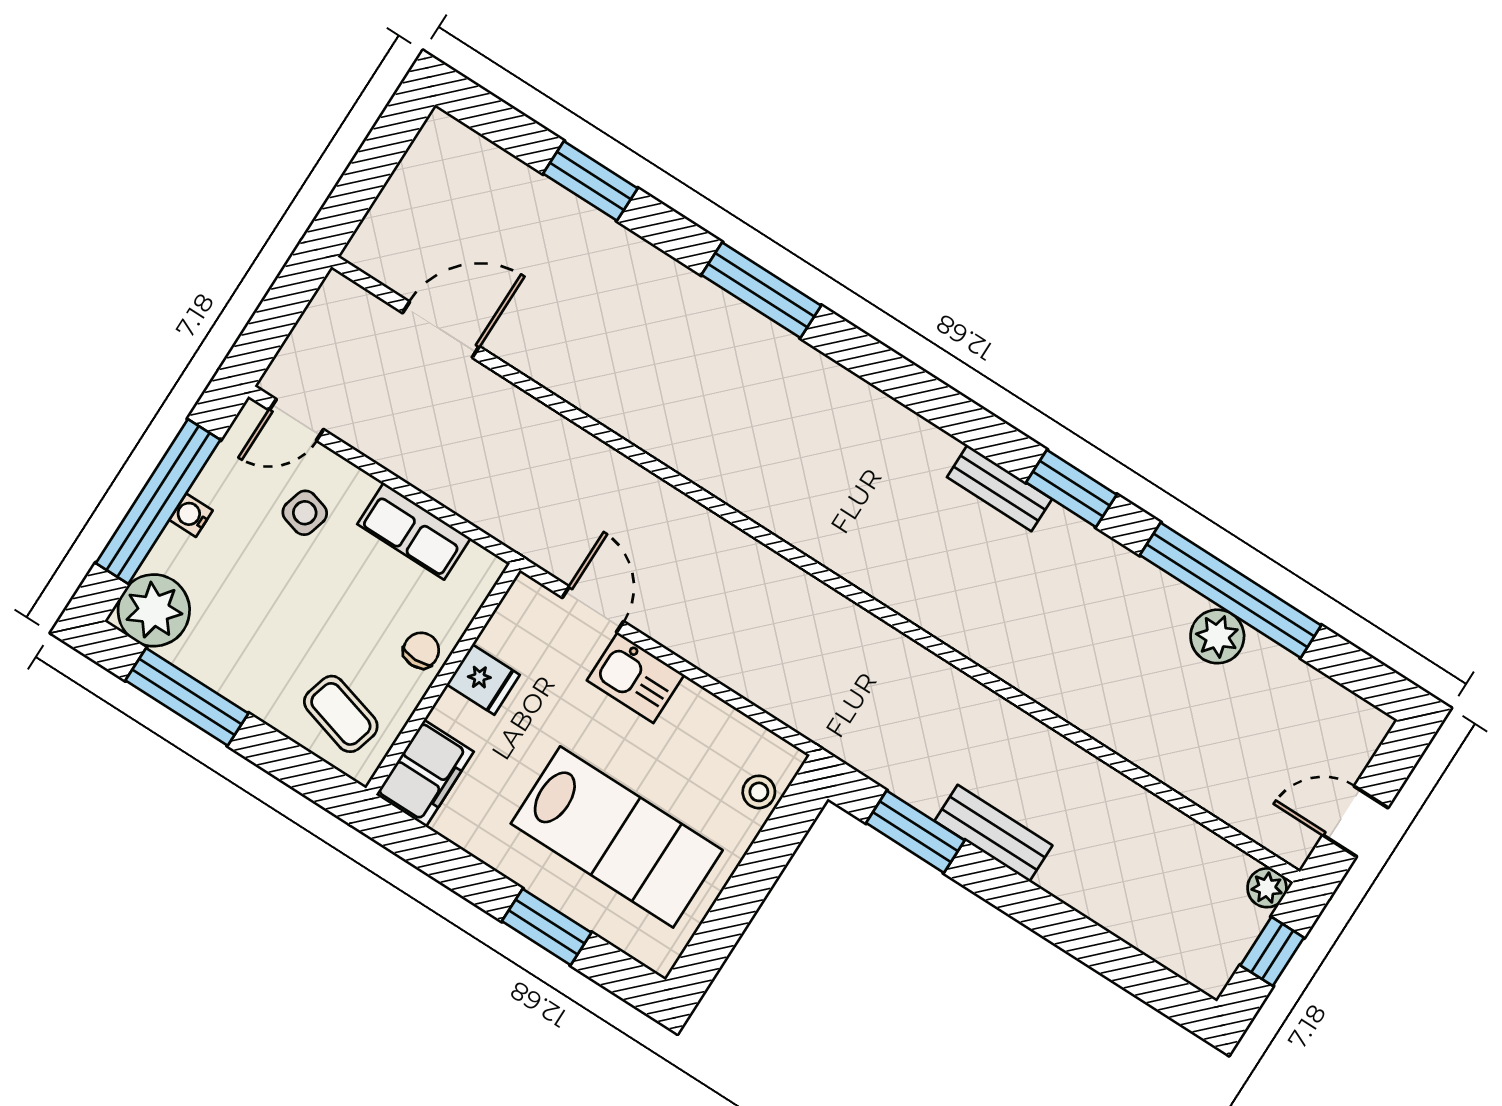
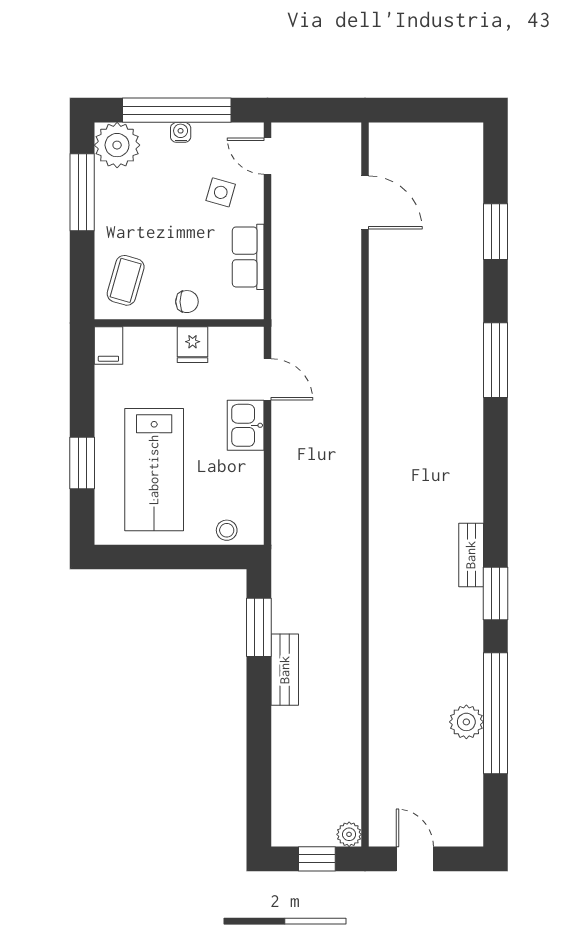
door: (593, 609) -> (267, 379), hinge flipped
filing cabinet: (425, 773) -> (108, 345), width x0.50

